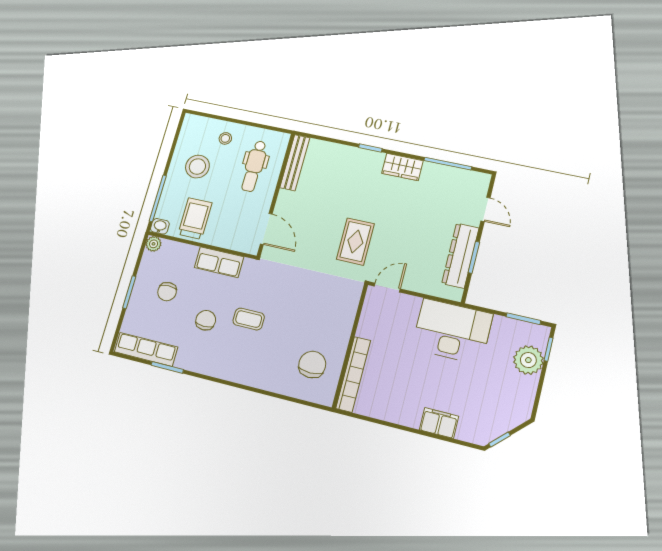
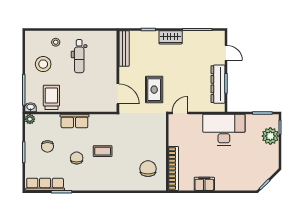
bench: (295, 163) -> (124, 49), moved
wall: (276, 195) -> (118, 71), moved
door: (266, 229) -> (118, 94), moved
filing cabinet: (439, 423) -> (204, 184), moved

